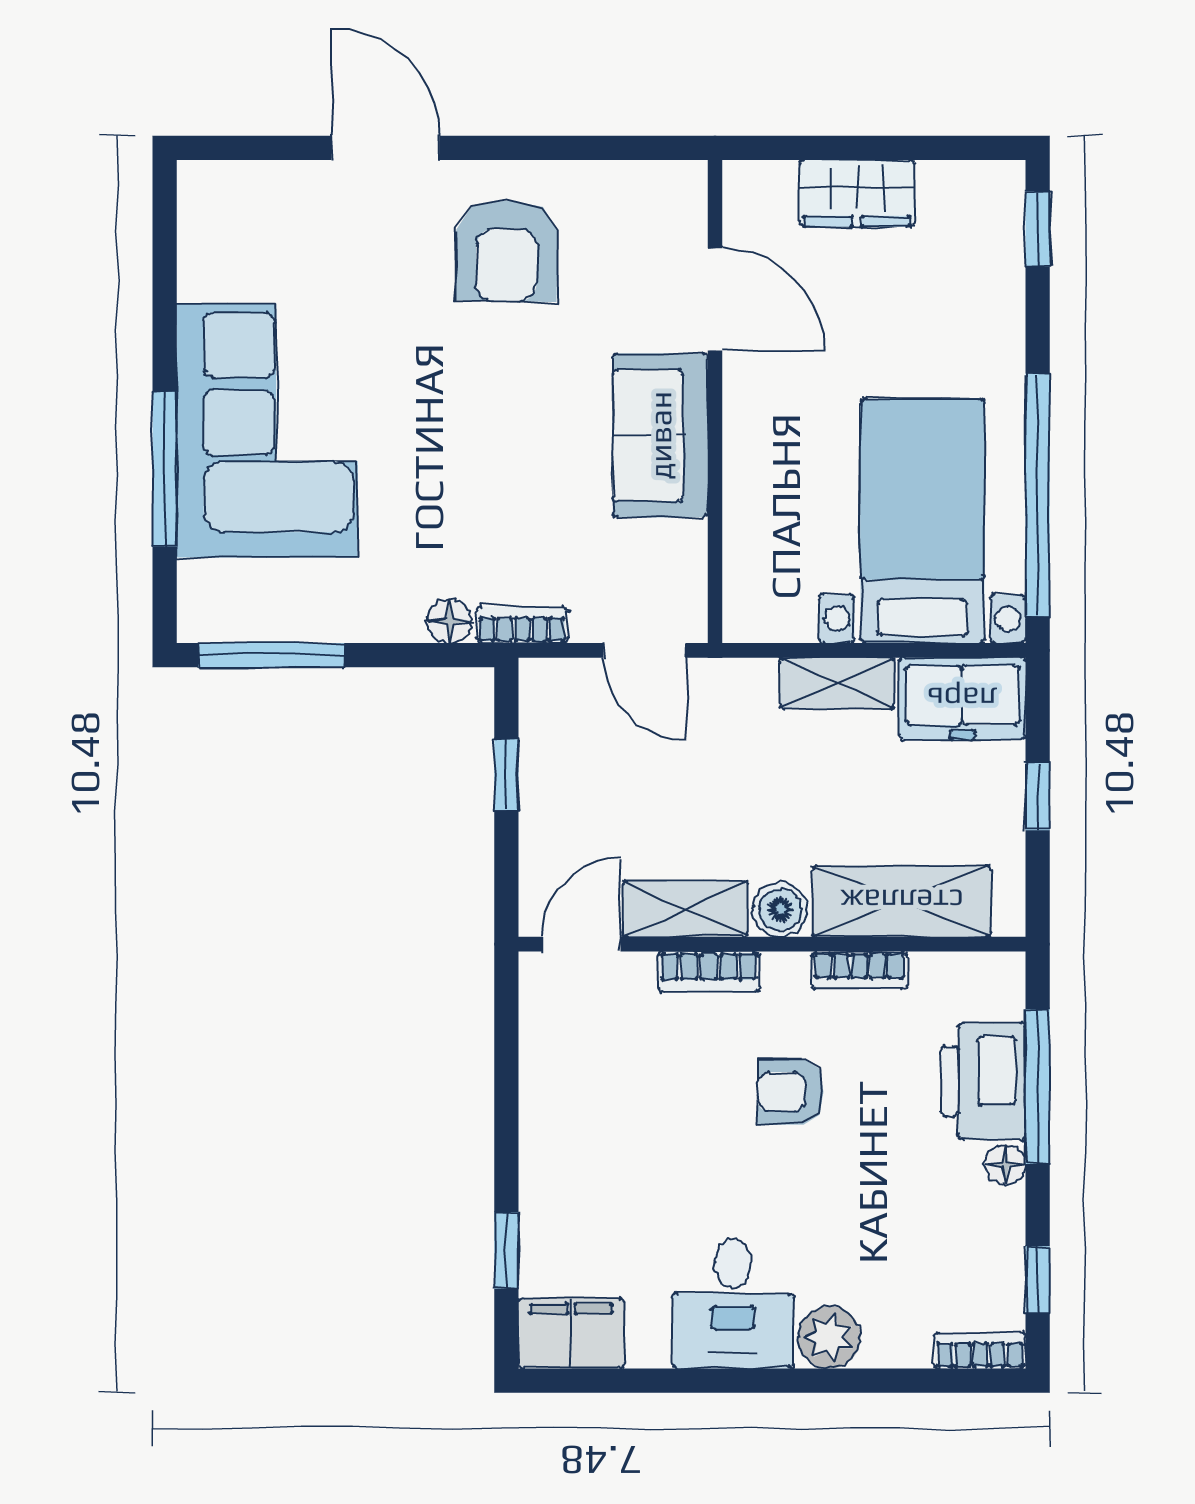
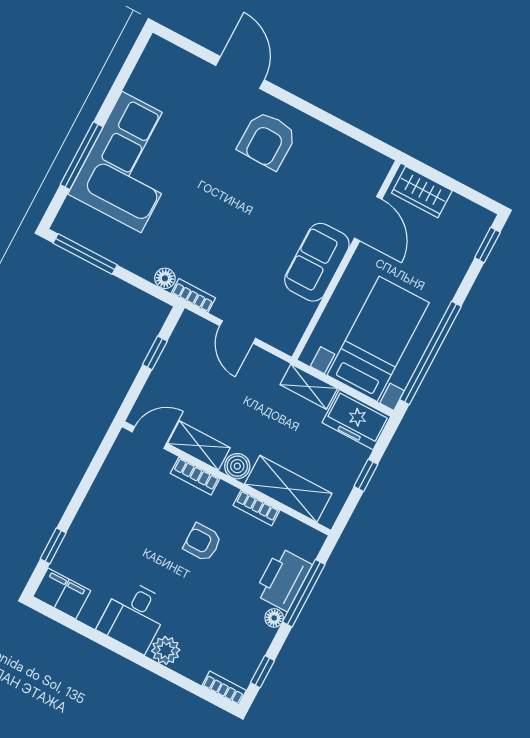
door: (715, 299) -> (368, 219), moved
wall: (715, 401) -> (346, 260), moved
sofa: (660, 435) -> (317, 262), moved

